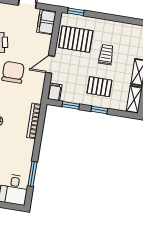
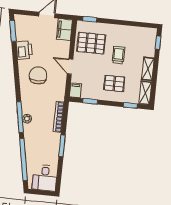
door: (50, 64) -> (70, 67), hinge flipped
window: (99, 110) -> (130, 105), moved
window: (32, 174) -> (62, 146), moved

